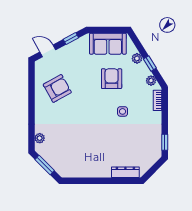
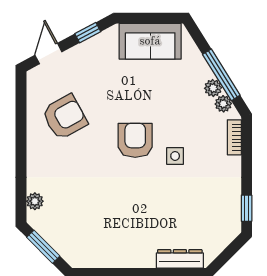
door: (48, 51) -> (48, 54), hinge flipped
plant: (137, 58) -> (213, 88), moved
window: (150, 63) -> (221, 75), width x2.17
armchair: (112, 79) -> (135, 140), moved

